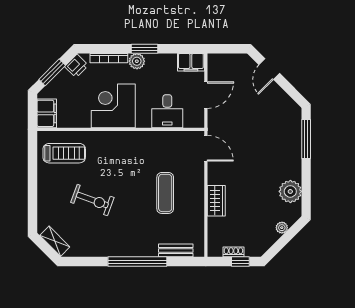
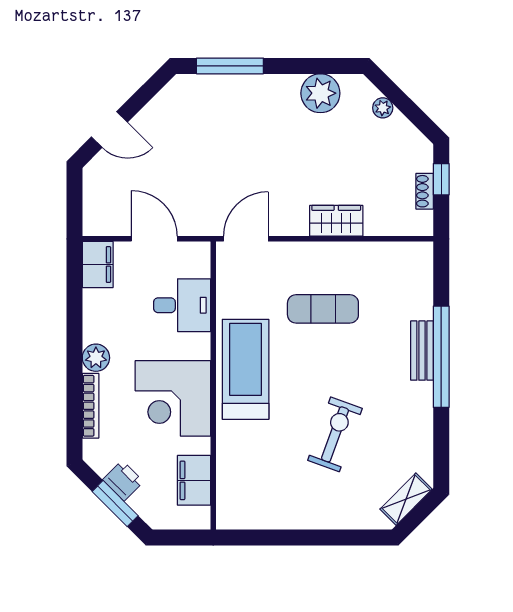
window: (145, 49) -> (74, 344), removed
printer: (76, 66) -> (123, 481), moved
filing cabinet: (47, 113) -> (194, 480), moved, turned -90
treadmill: (64, 153) -> (246, 369), moved, width x1.37, depth x1.38
bench: (176, 250) -> (422, 351), moved

